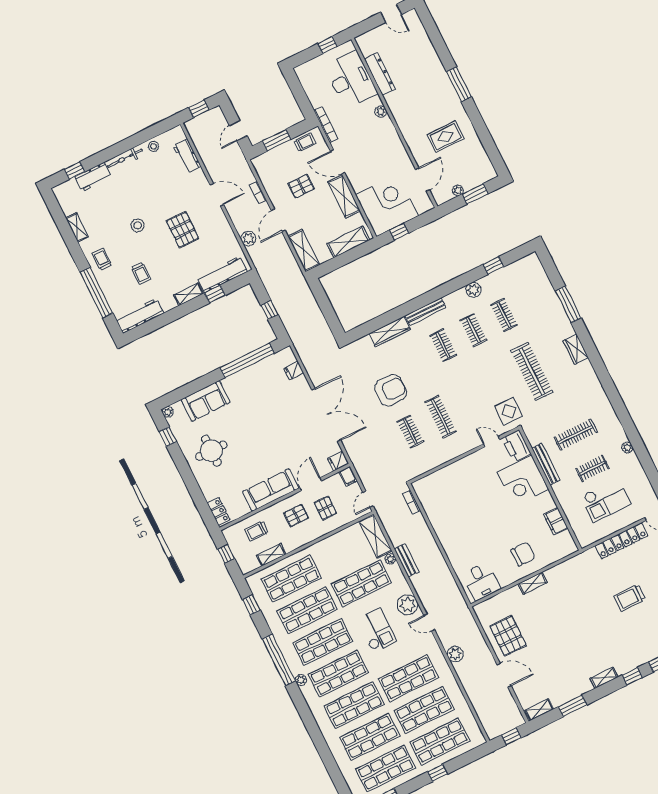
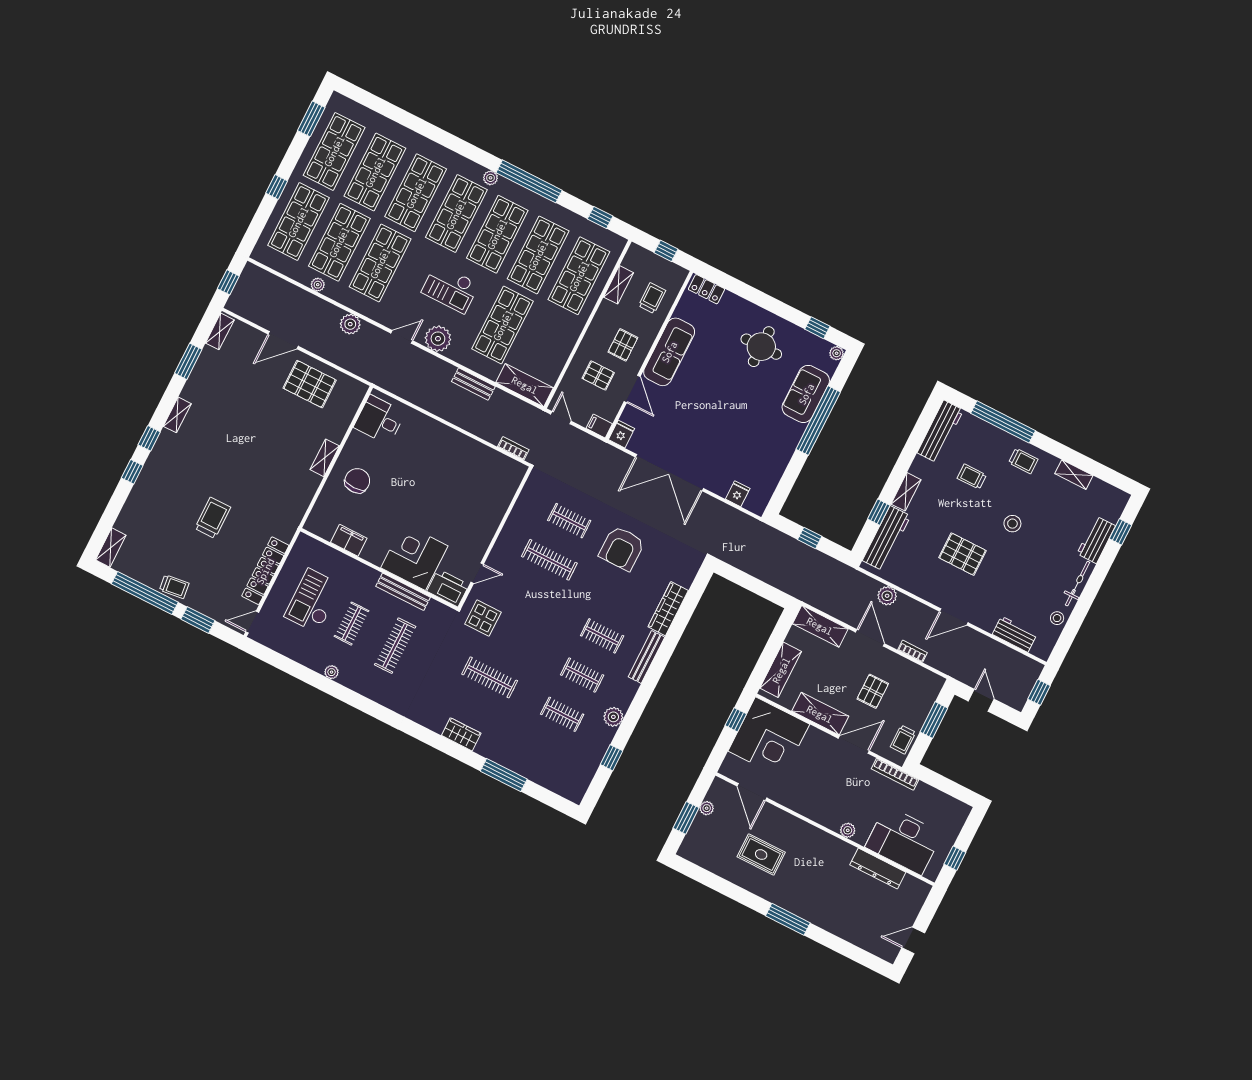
rug: (446, 137) -> (761, 855), turned 90
window: (247, 360) -> (818, 421), moved
clothes rail: (532, 371) -> (490, 677), width x0.73, depth x0.76
chair: (523, 554) -> (357, 481), turned 180
plant: (390, 559) -> (318, 285), moved

